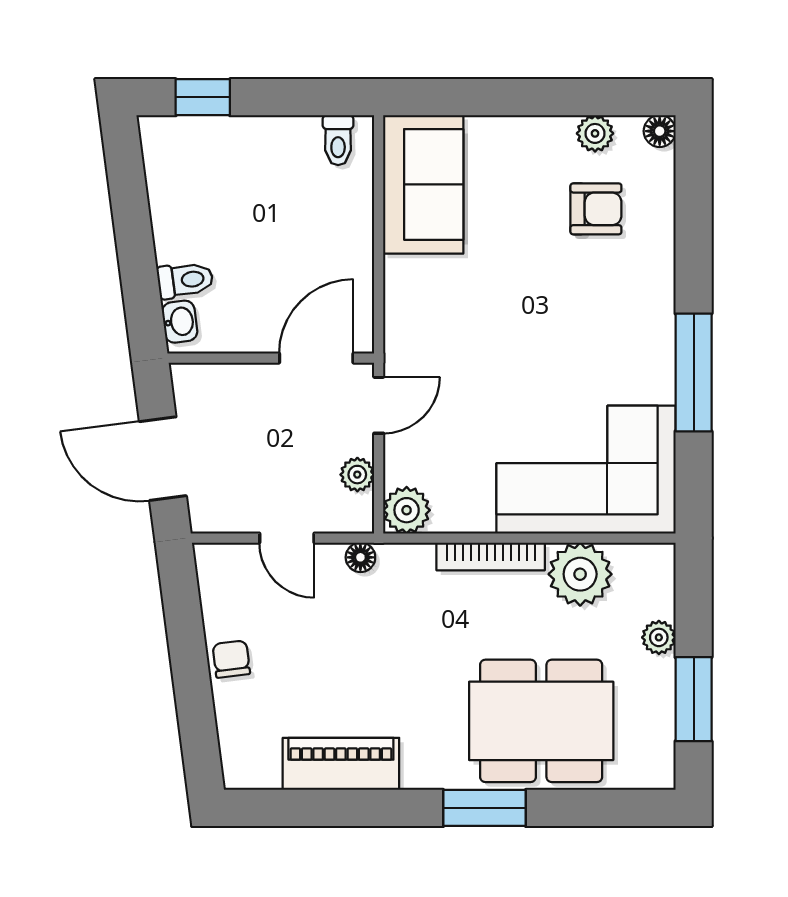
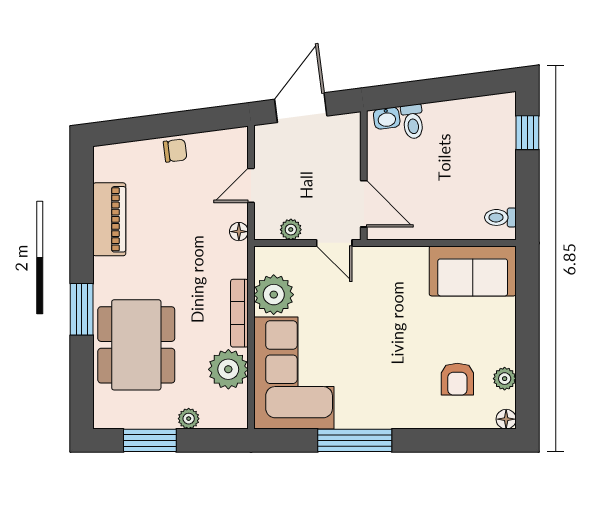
plant: (407, 510) -> (274, 295), moved, width x1.36, depth x1.36

